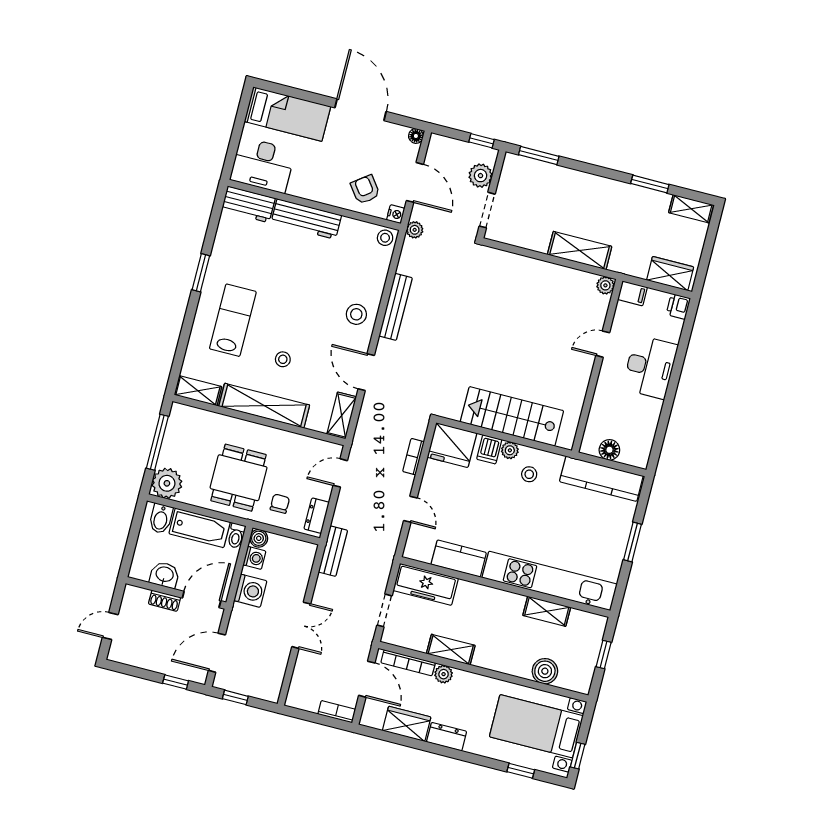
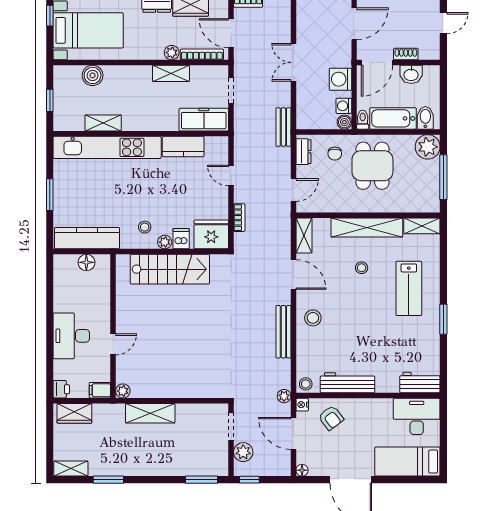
workbench: (306, 219) -> (347, 383), moved

